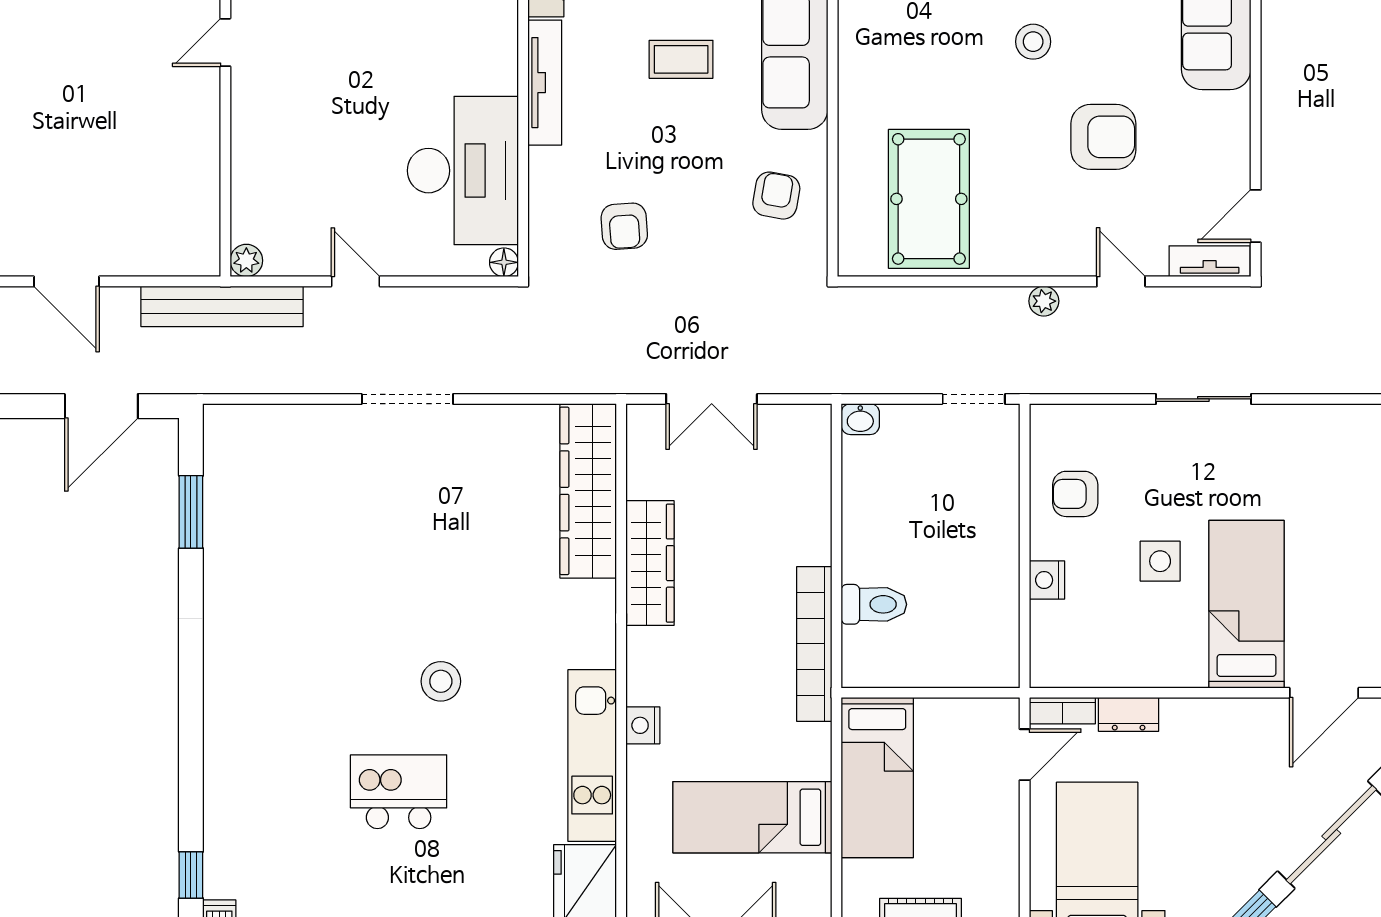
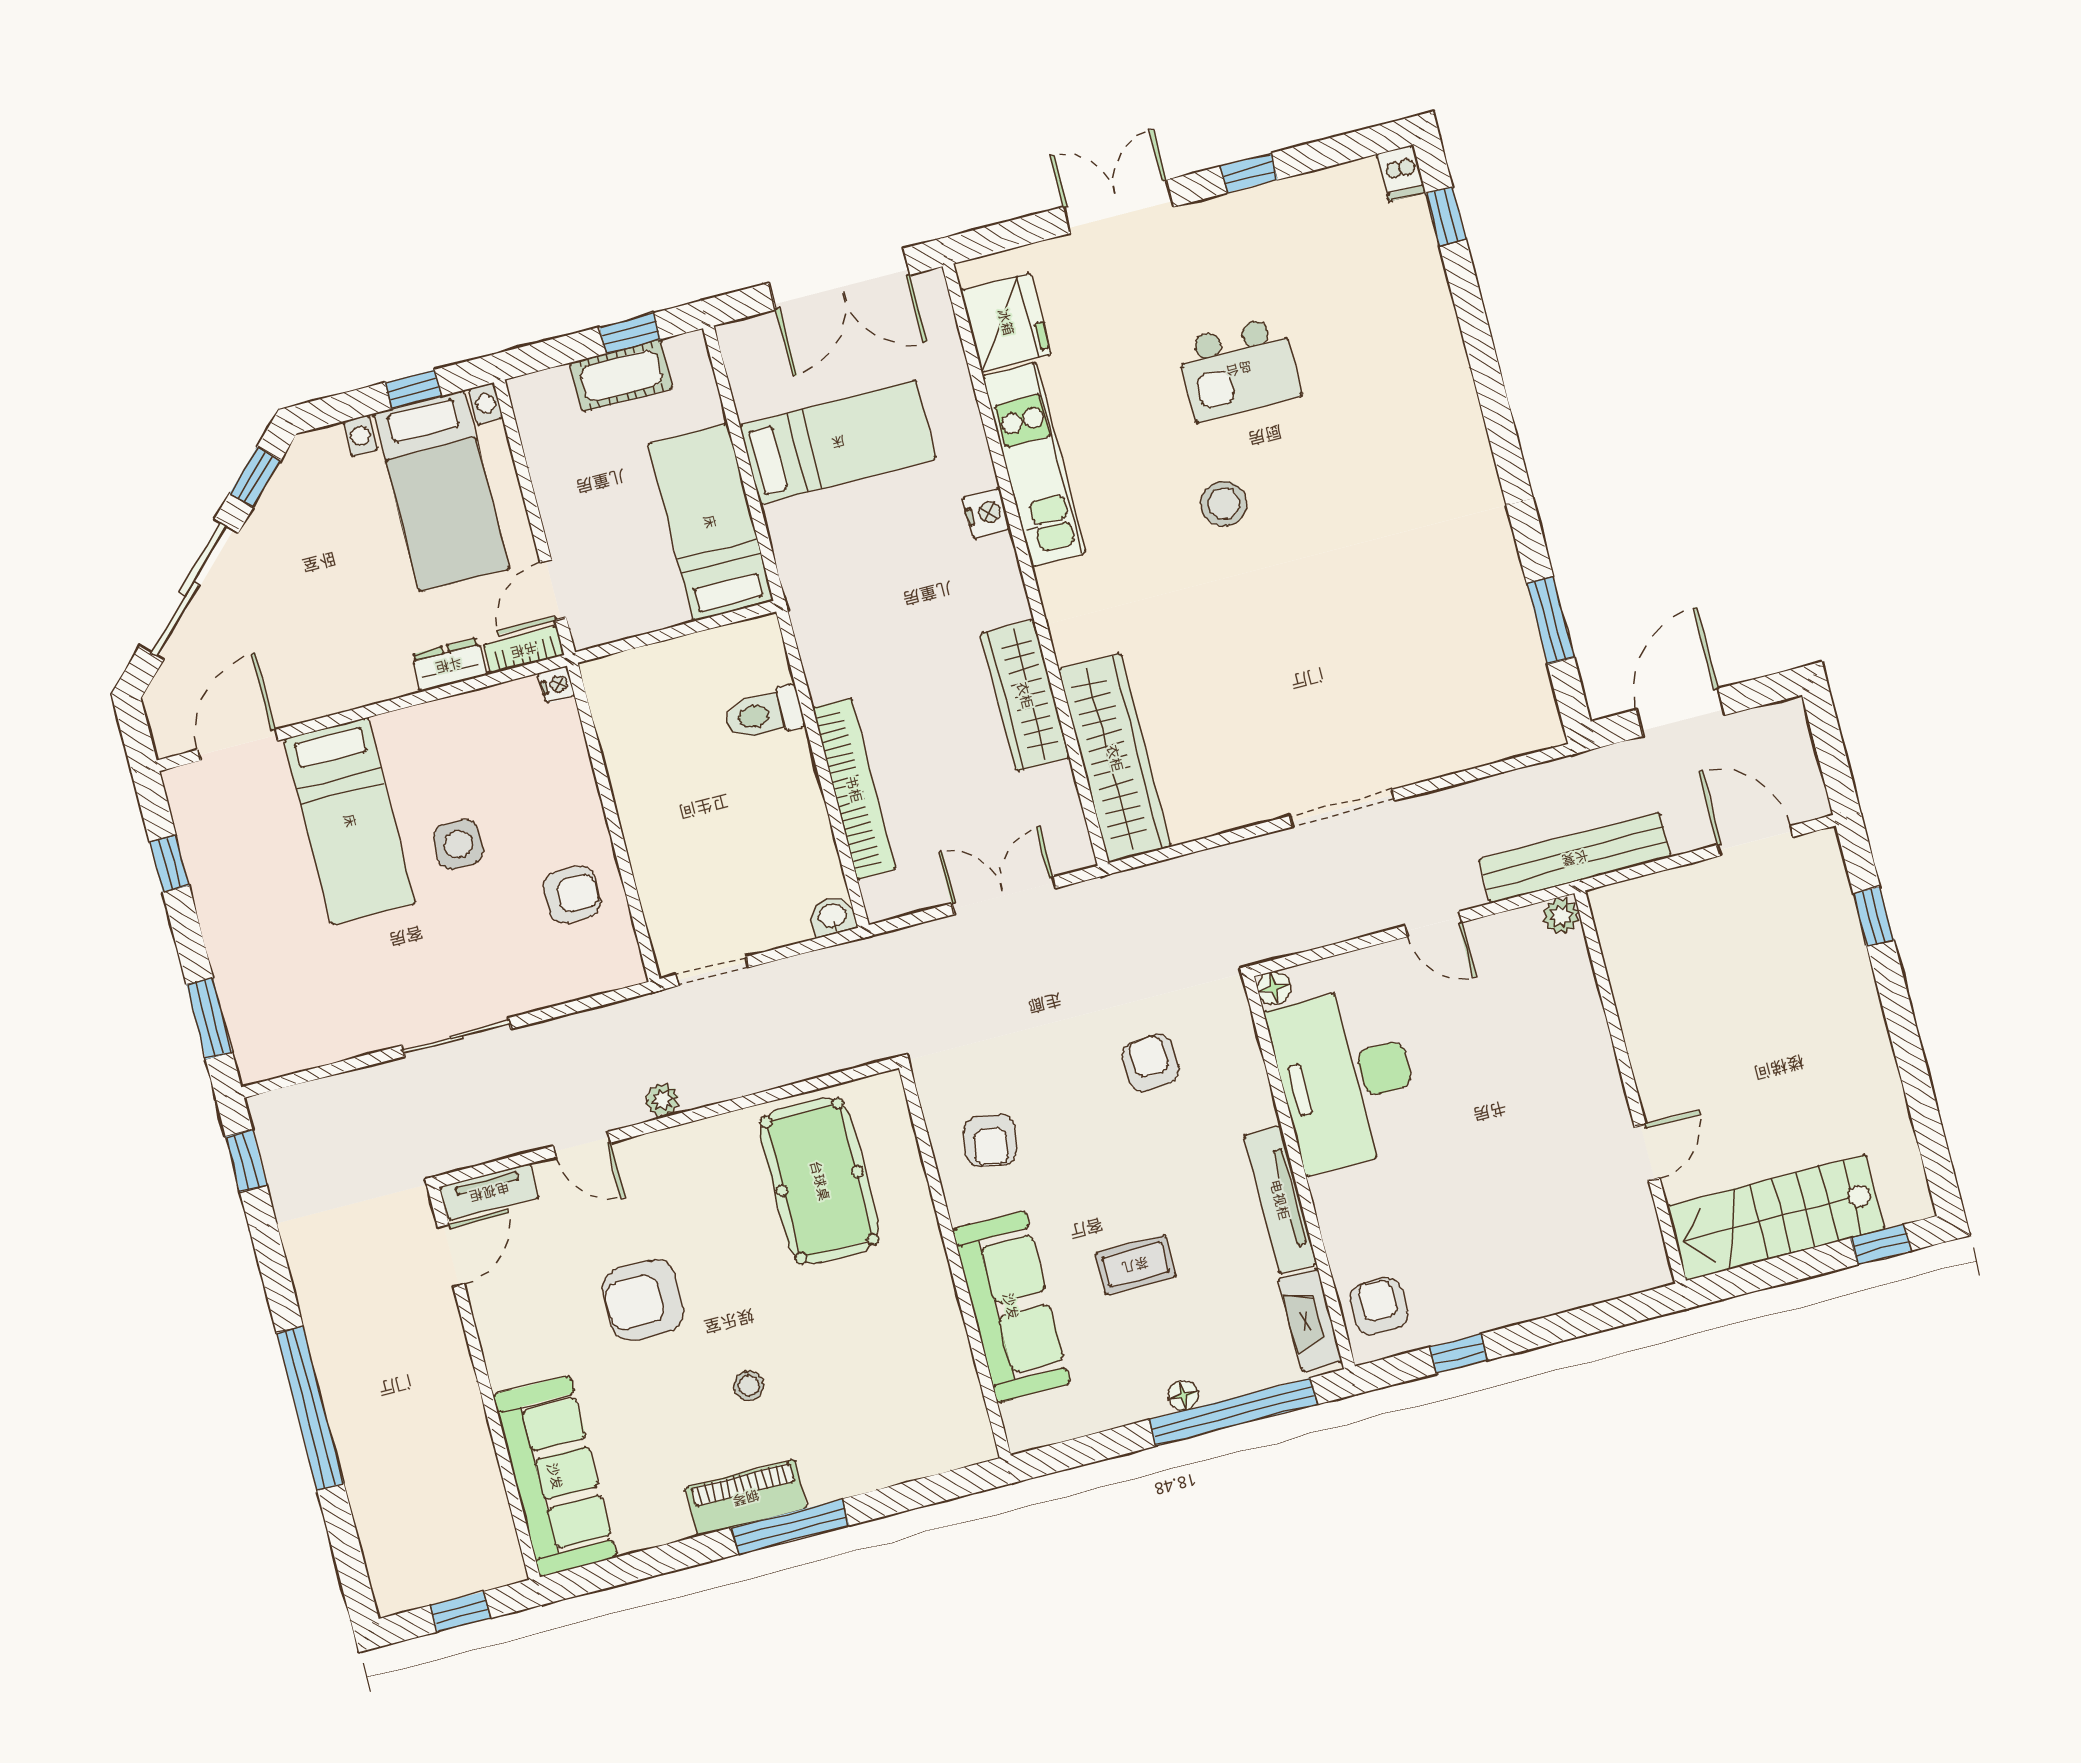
stool: (1033, 42) -> (749, 1386), width x0.73, depth x0.73
nightstand: (1047, 580) -> (557, 685), moved, width x0.72, depth x0.74
bookcase: (814, 644) -> (854, 789), moved

